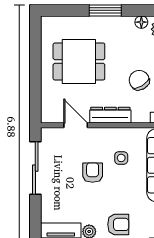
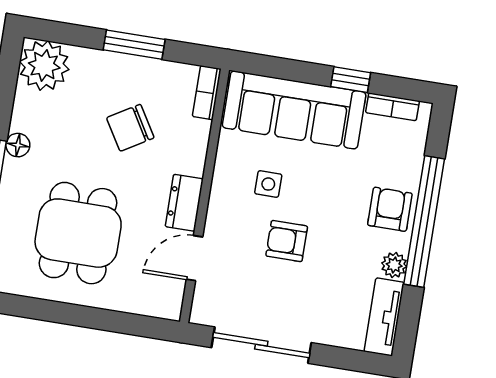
floor lamp: (141, 22) -> (18, 145), moved
dresser: (110, 115) -> (184, 203), width x0.70

